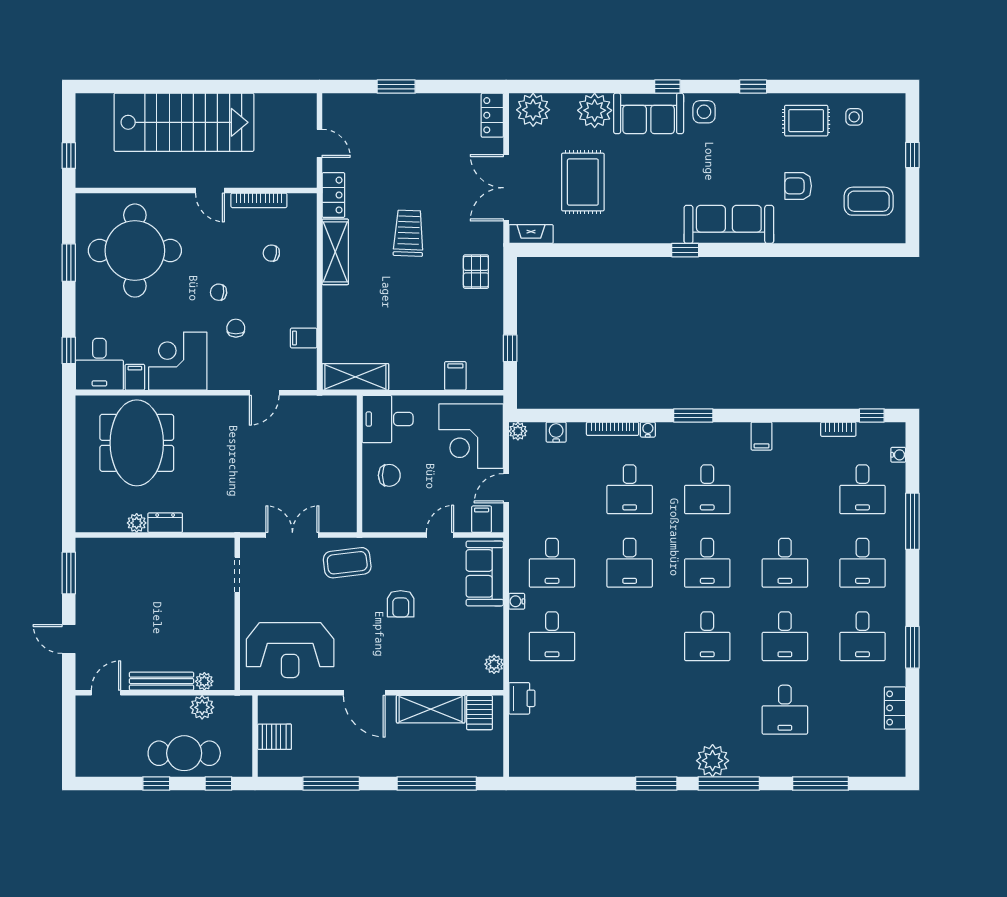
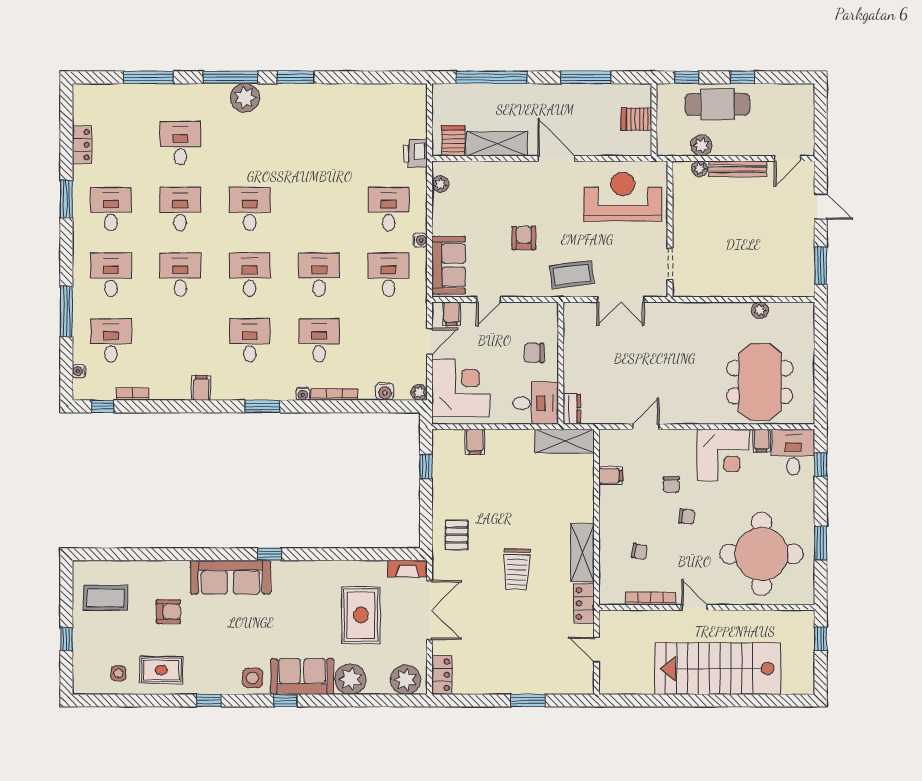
dresser: (165, 523) -> (572, 409), moved, turned -90

